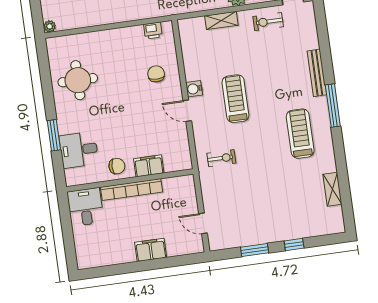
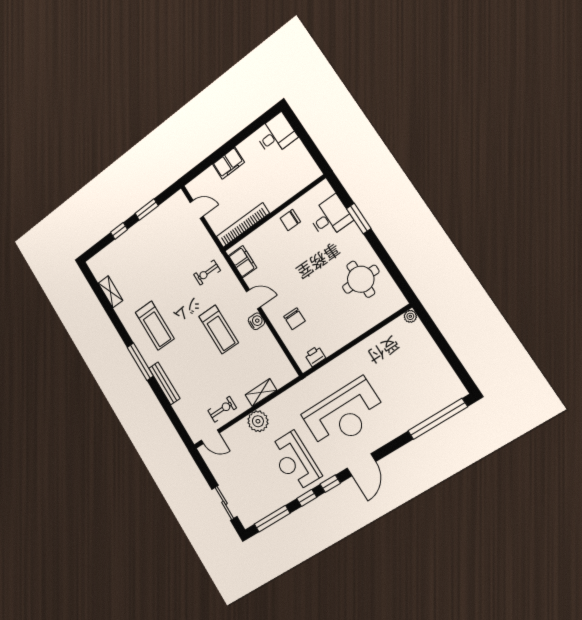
filing cabinet: (149, 166) -> (243, 262), moved, turned -90
bookcase: (132, 190) -> (243, 225), moved
desk: (85, 207) -> (276, 135), moved, turned -90

